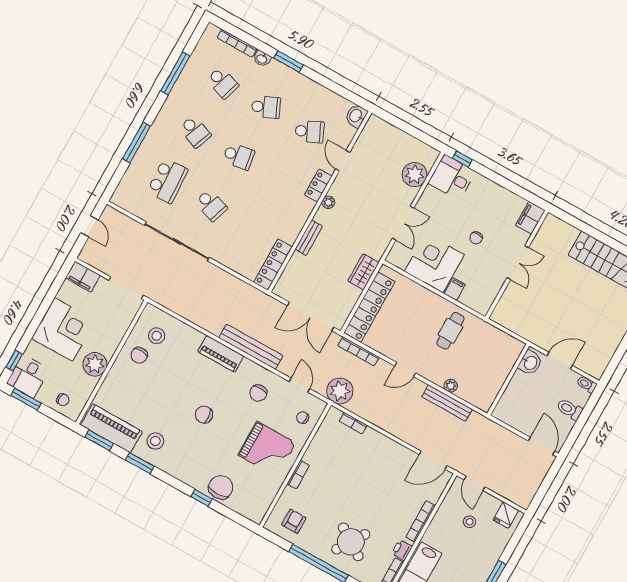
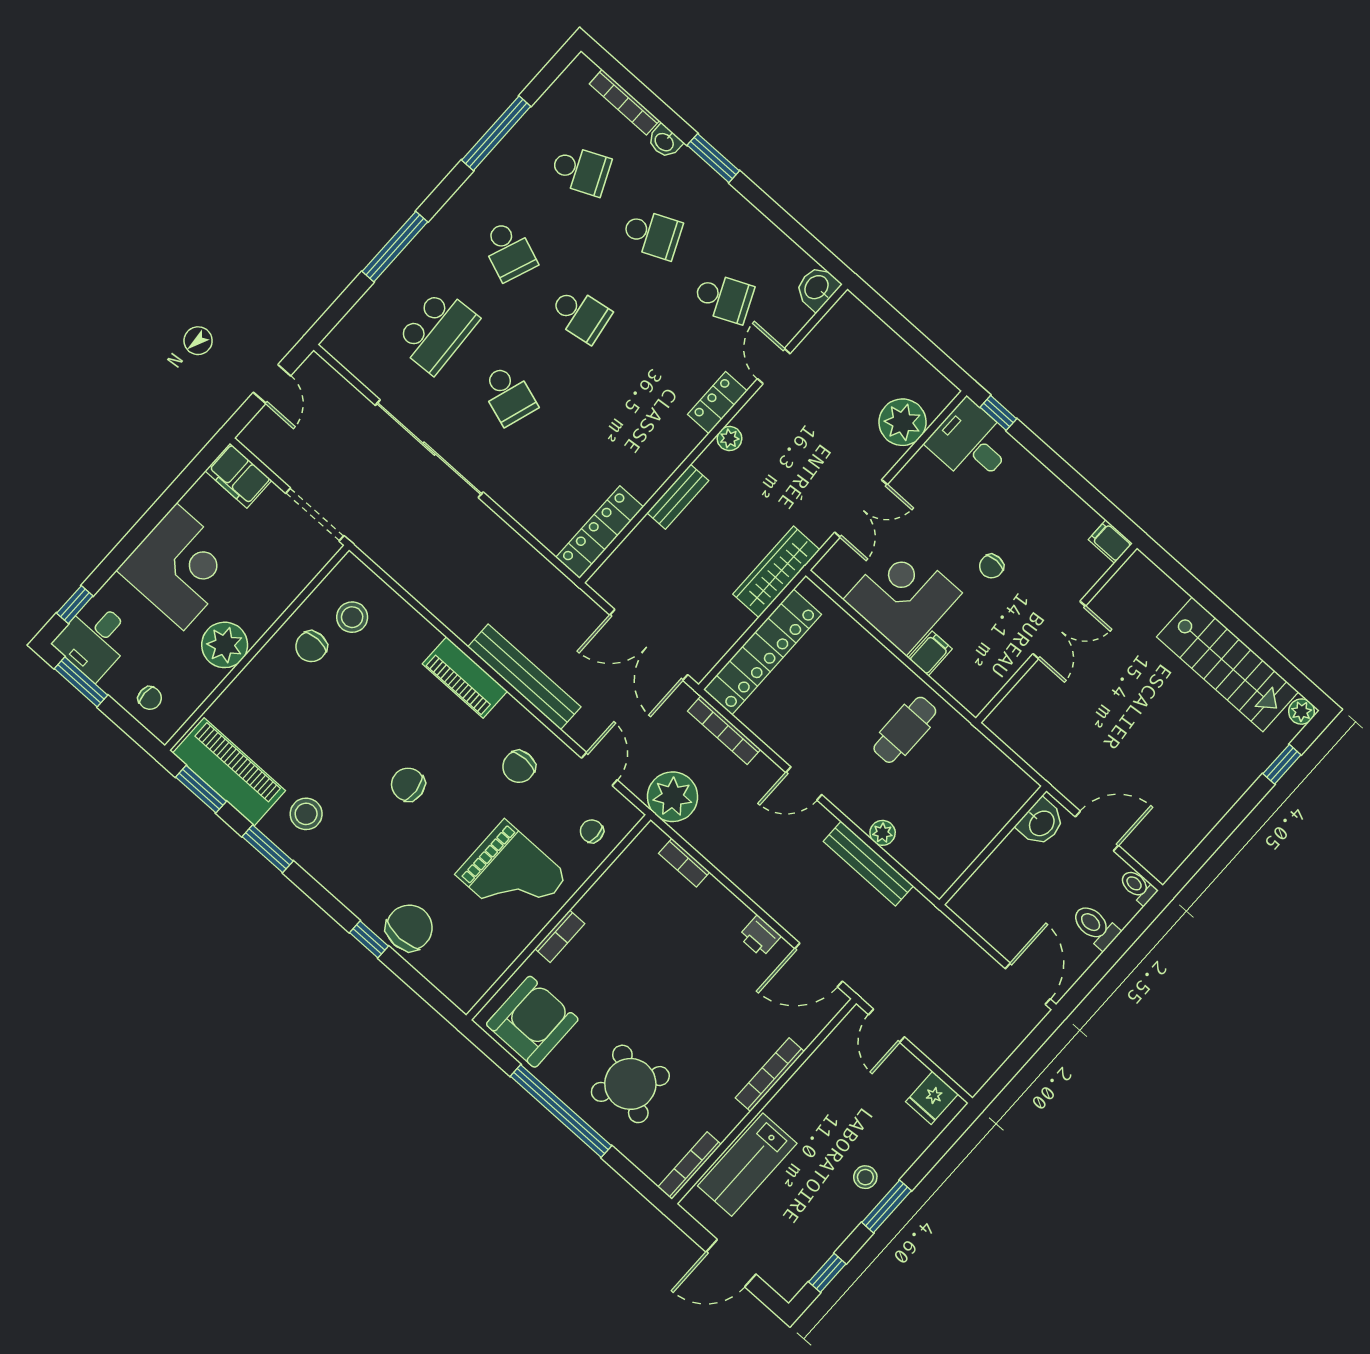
school desk: (222, 83) -> (581, 170), turned -42
filing cabinet: (530, 218) -> (1110, 541), width x0.50
wardrobe: (363, 272) -> (776, 572), width x1.50
armchair: (294, 521) -> (532, 1022), width x1.88, depth x1.88
stool: (470, 522) -> (865, 1177), moved
printer: (402, 550) -> (760, 936), moved, turned -90

